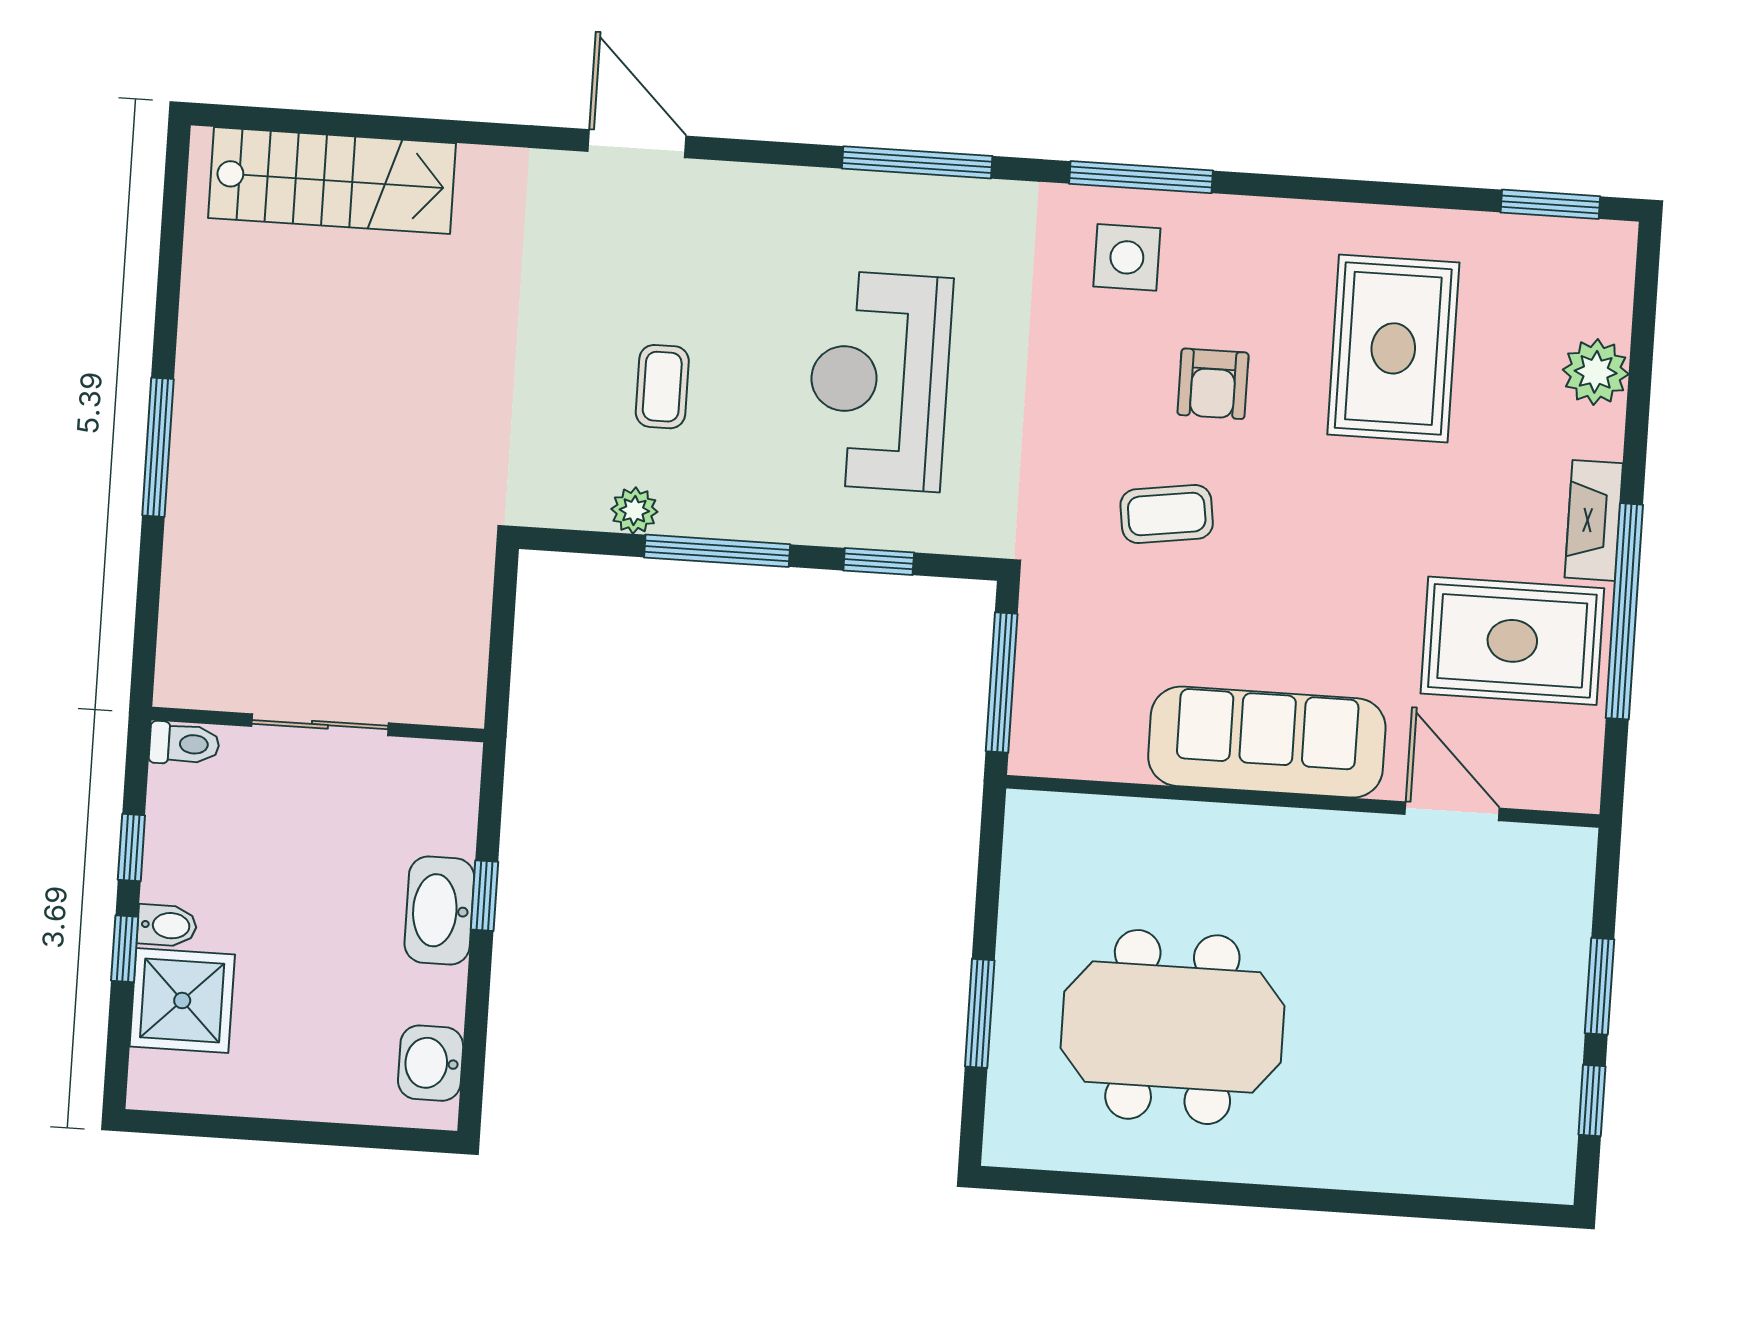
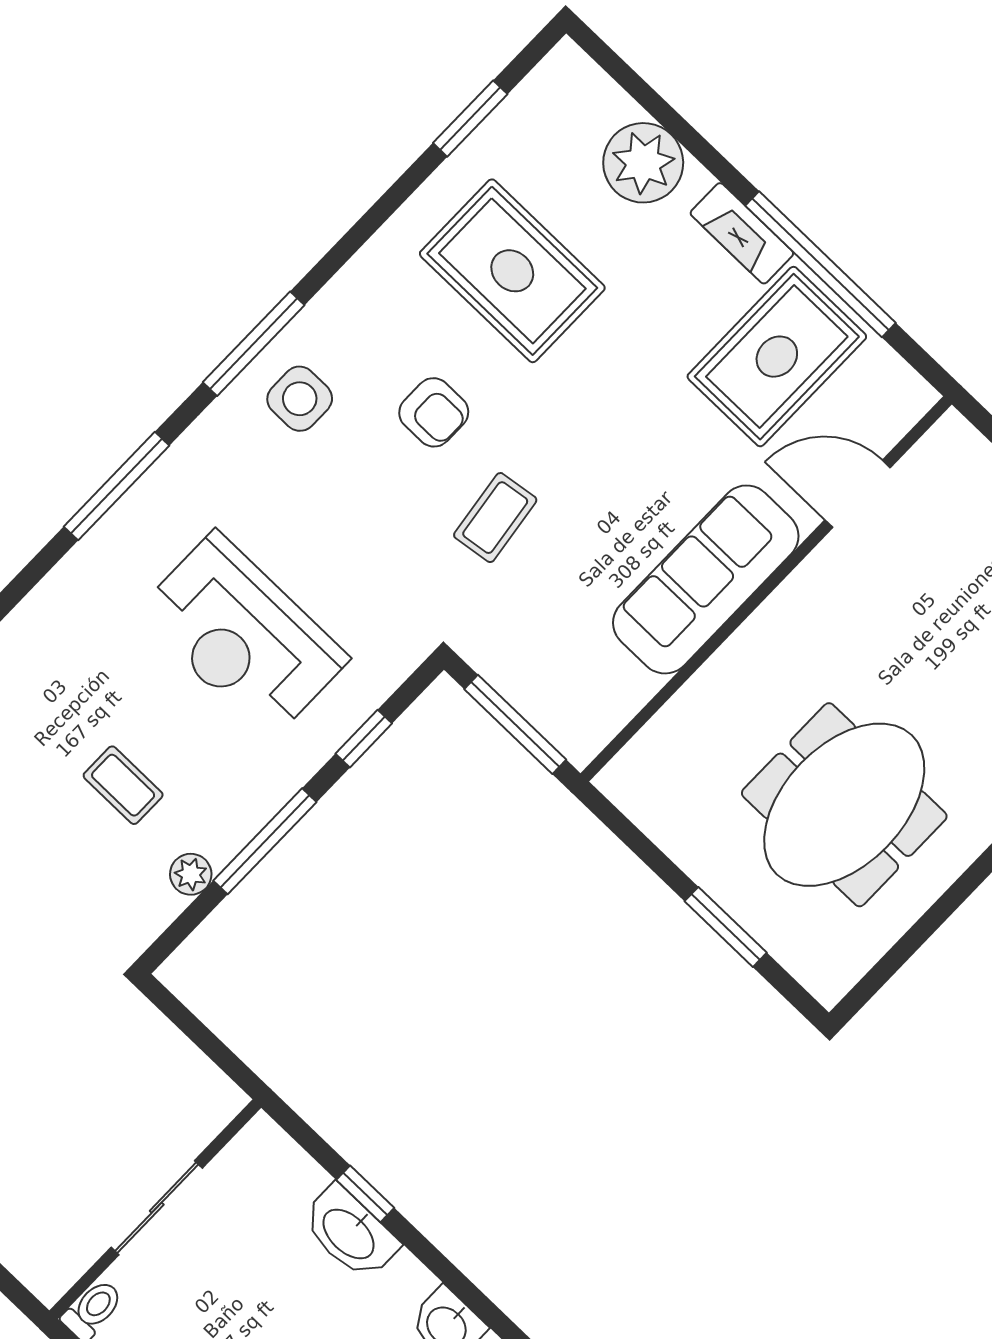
window: (1550, 204) -> (470, 119), moved
plant: (1596, 372) -> (643, 163), width x1.36, depth x1.36

